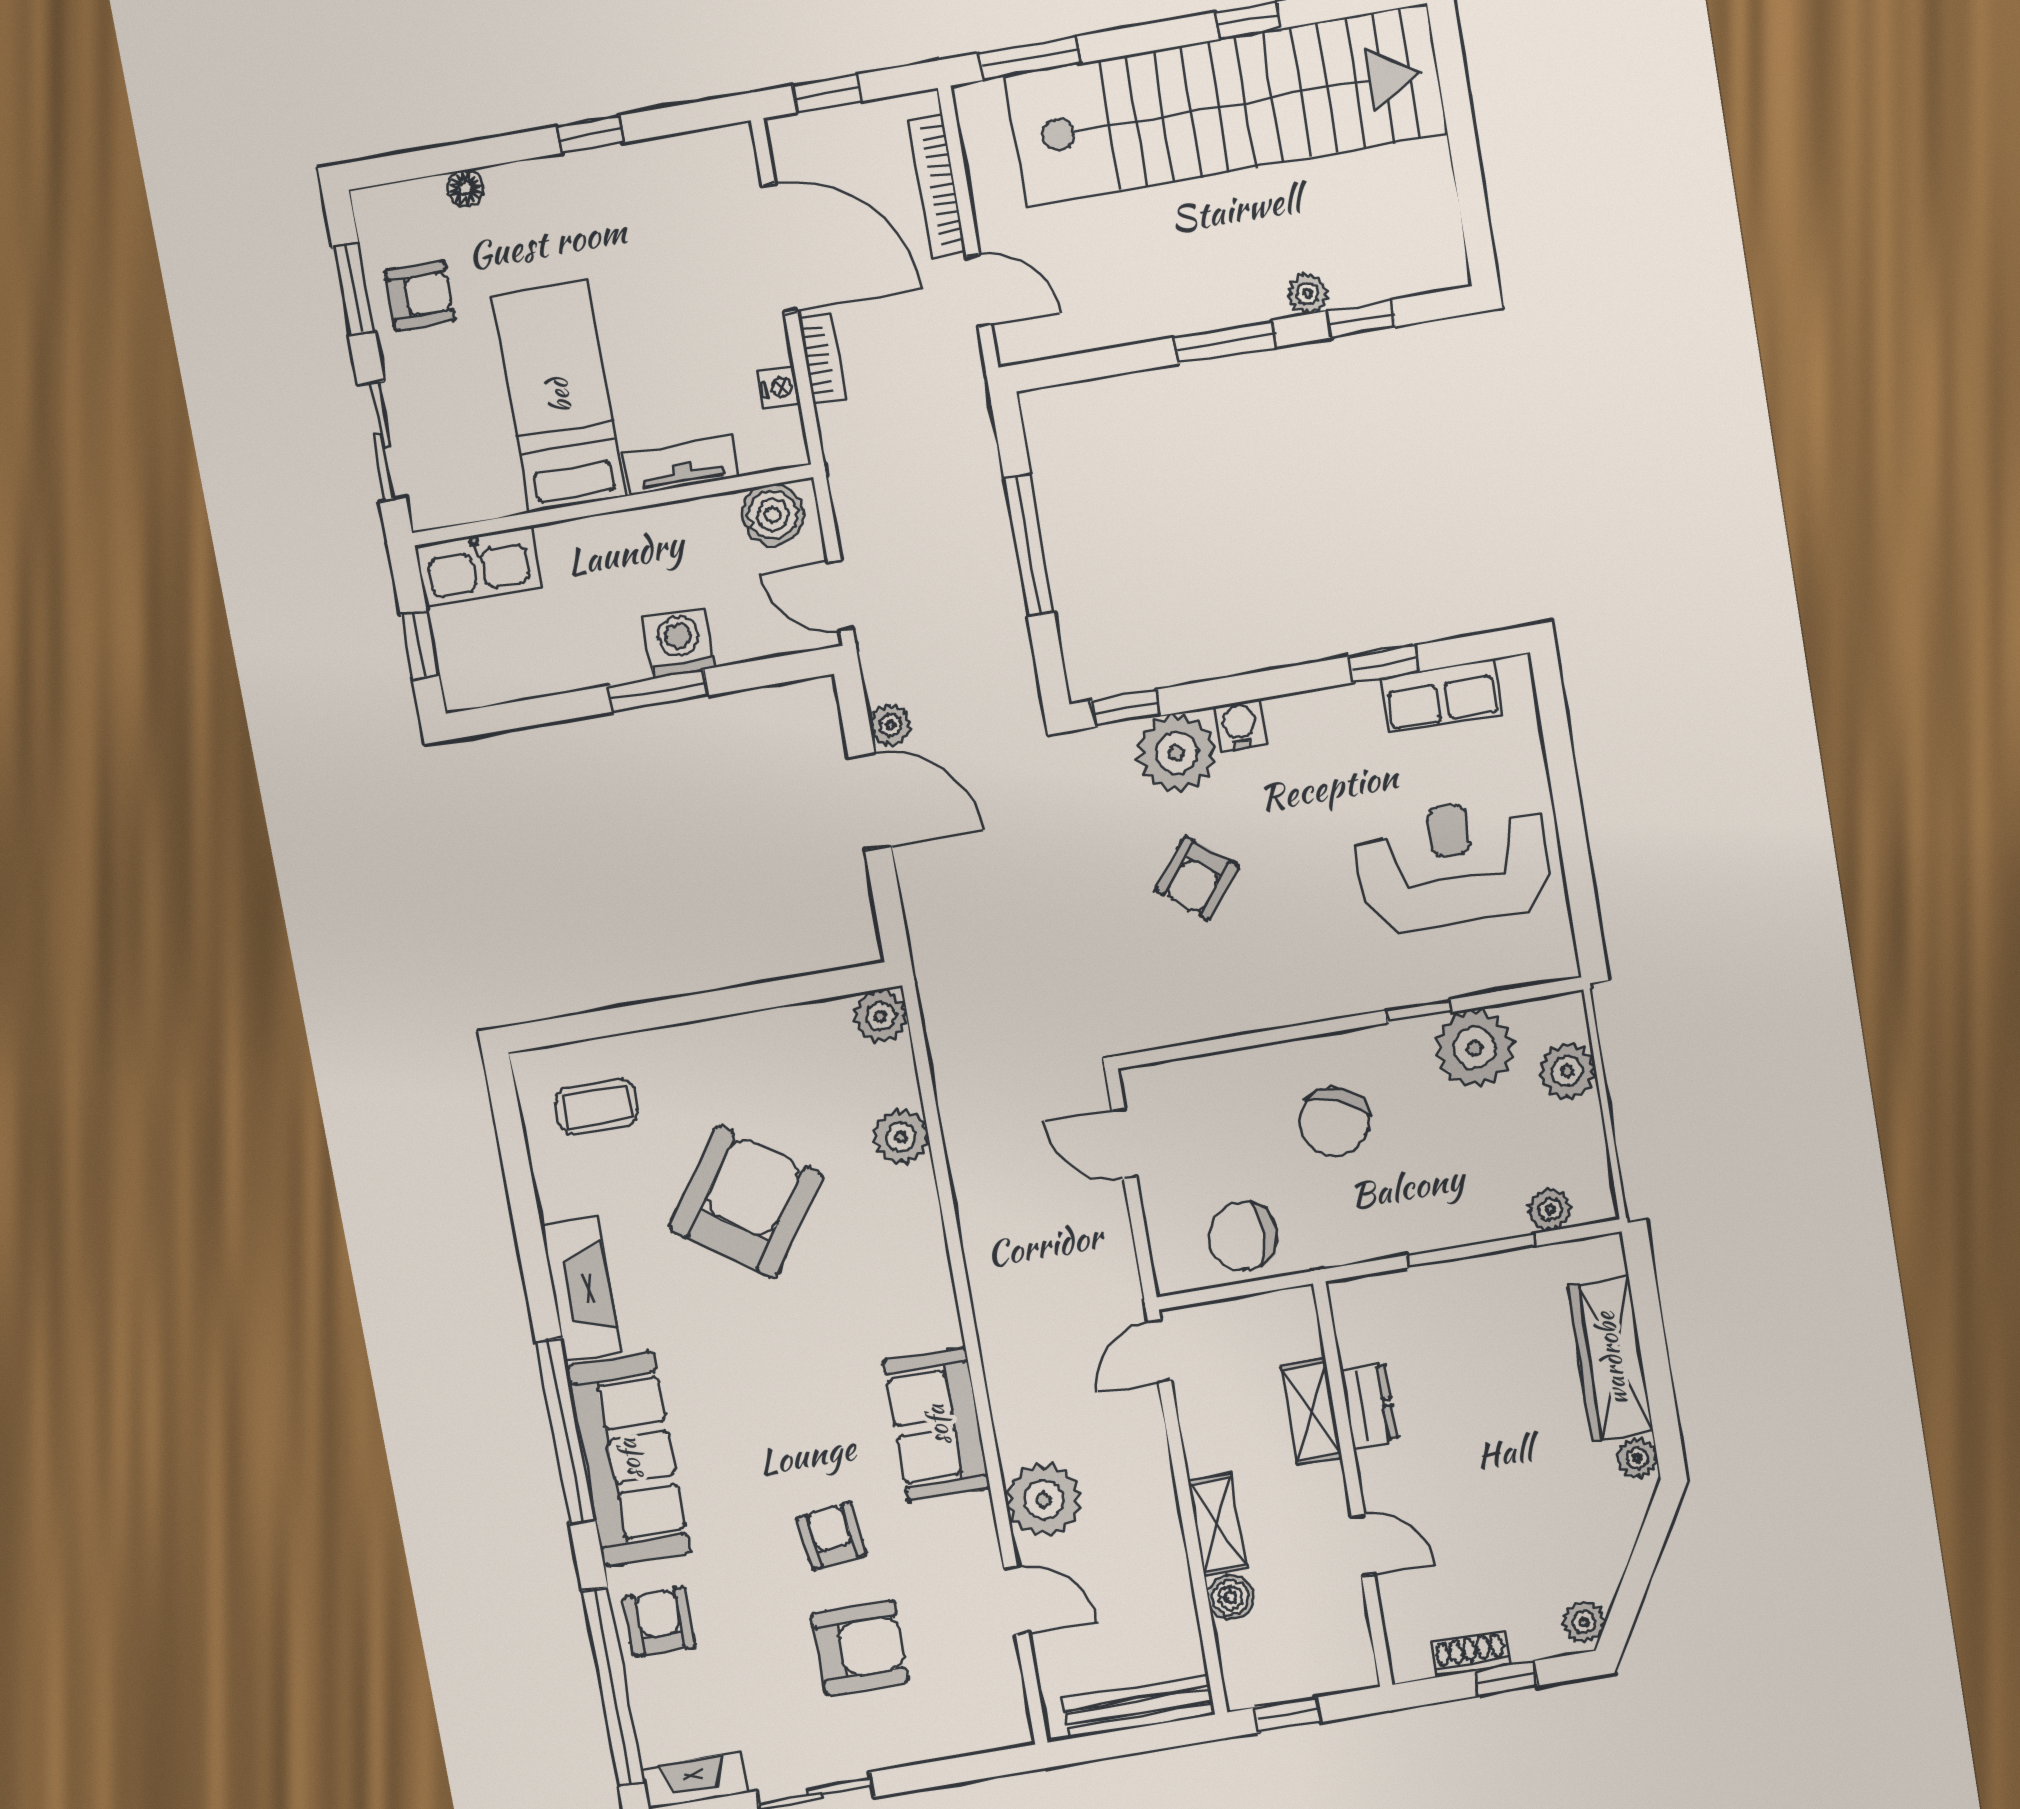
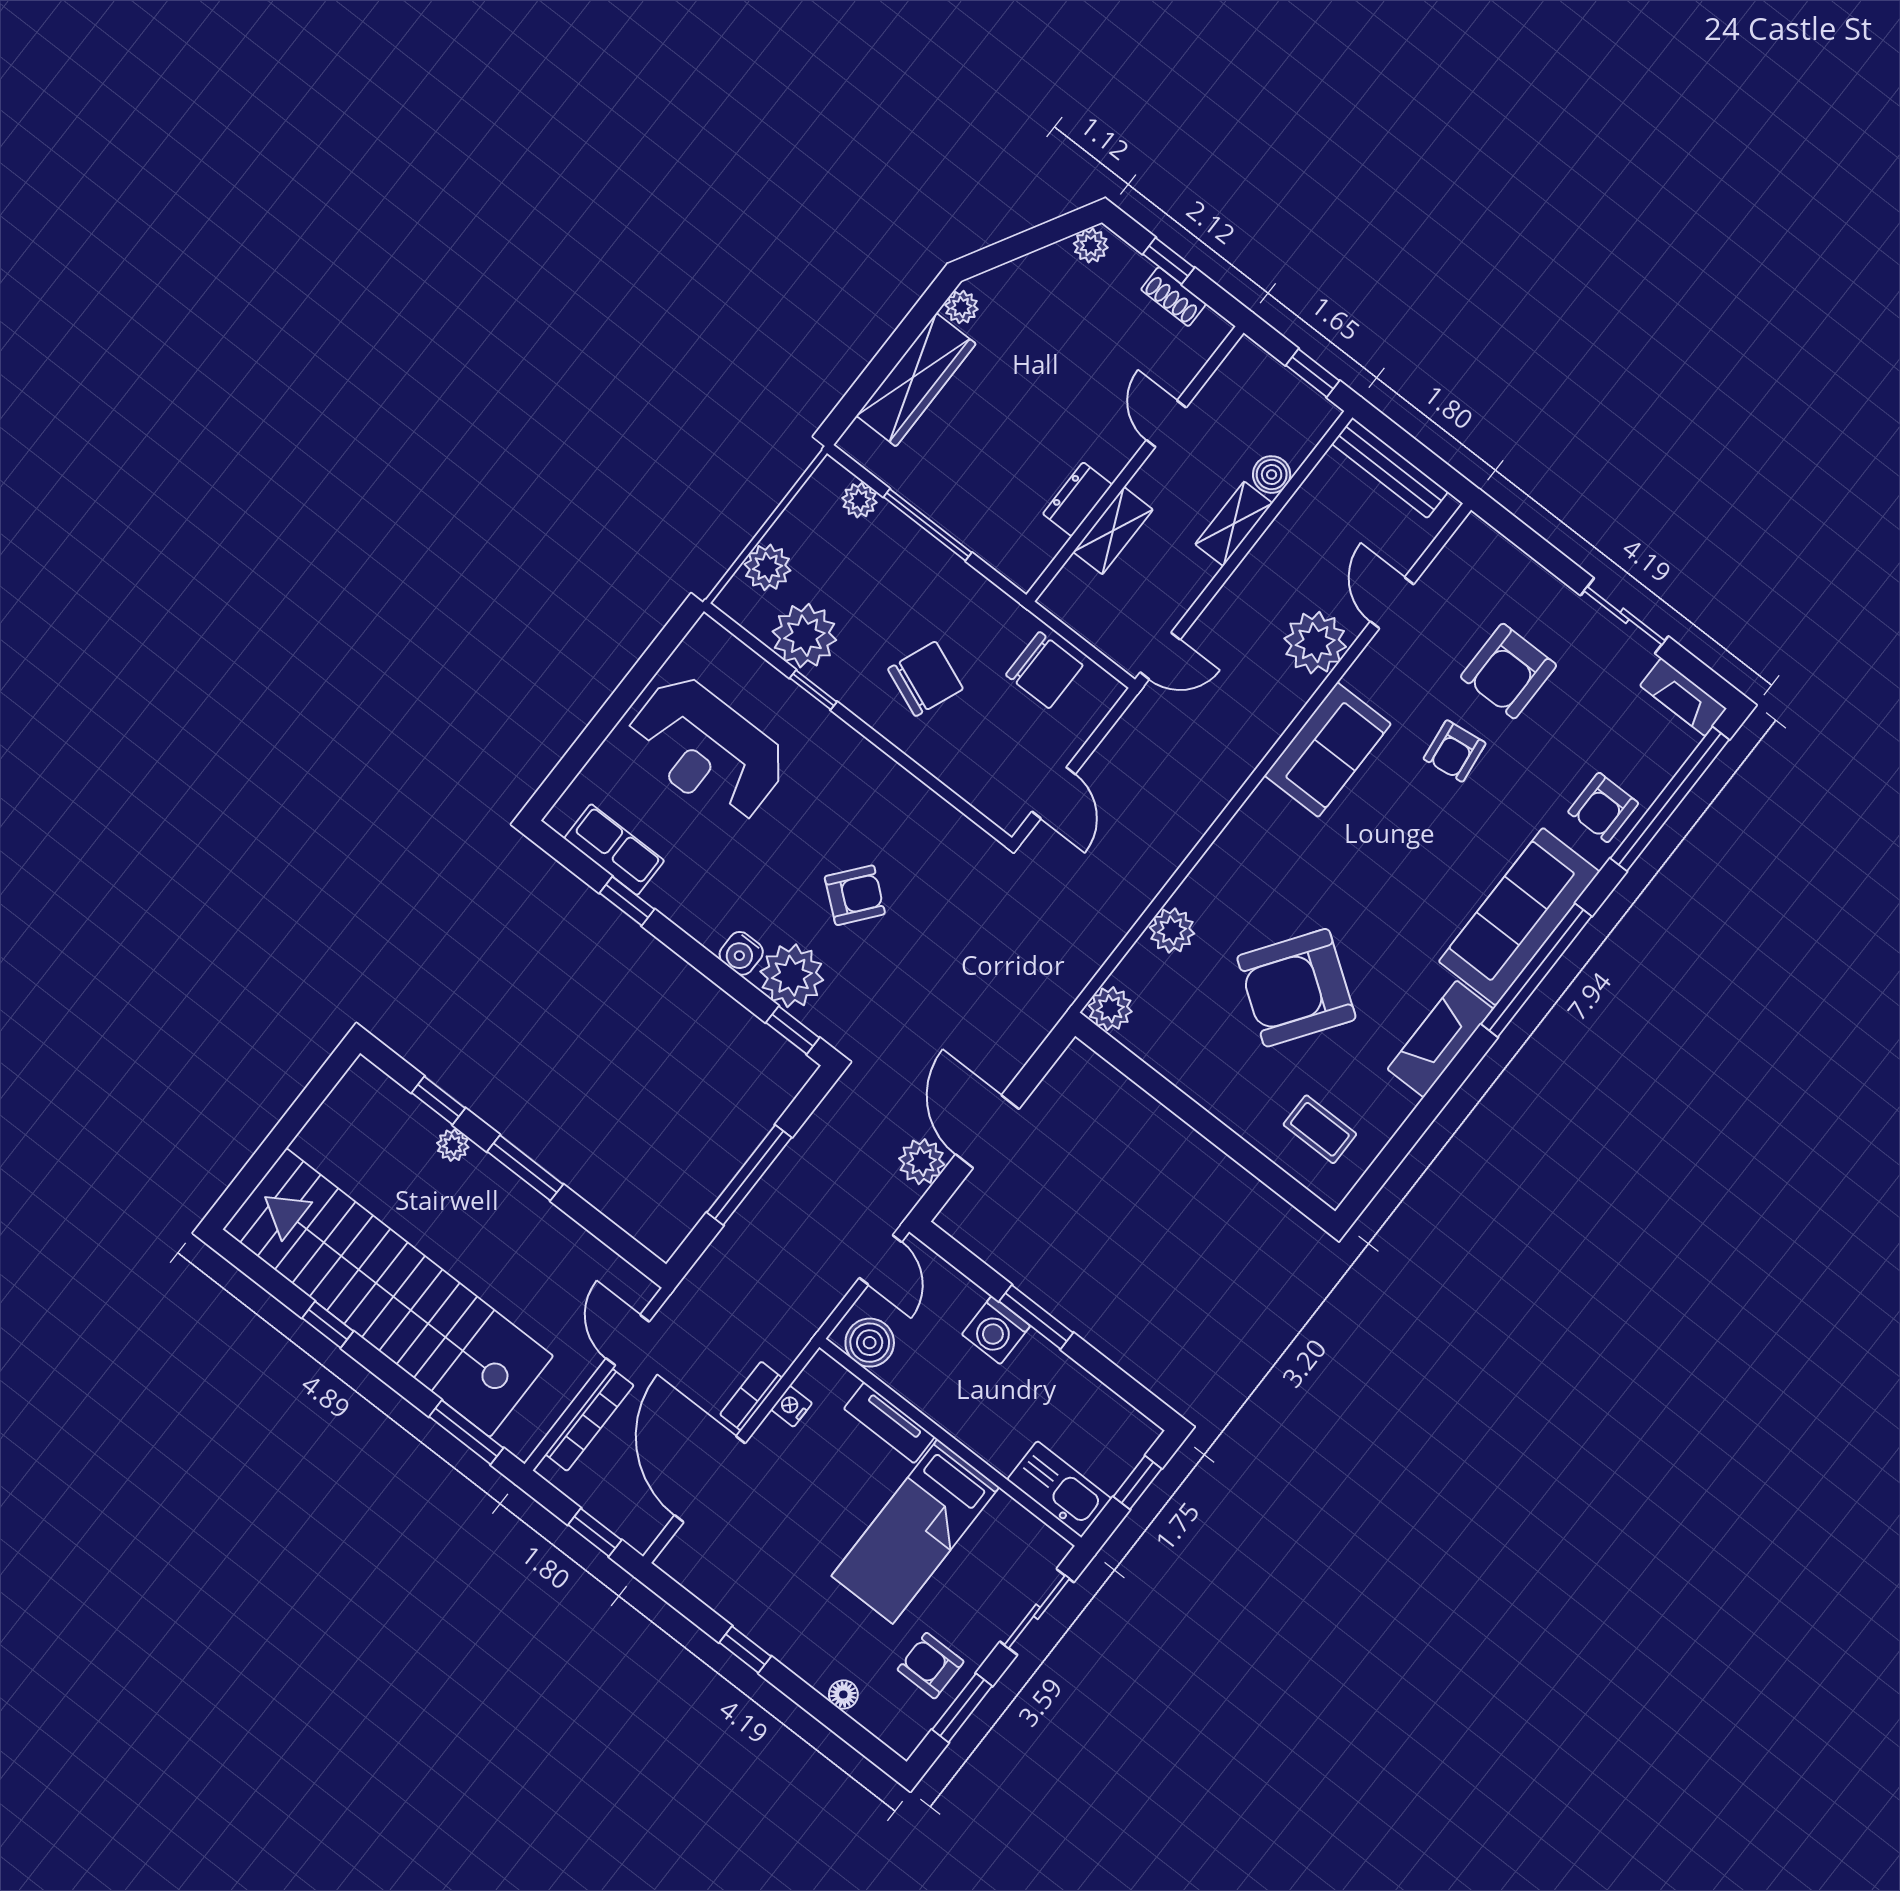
plant: (891, 725) -> (922, 1162), width x1.38, depth x1.38
armchair: (860, 1648) -> (1509, 671), turned -90

